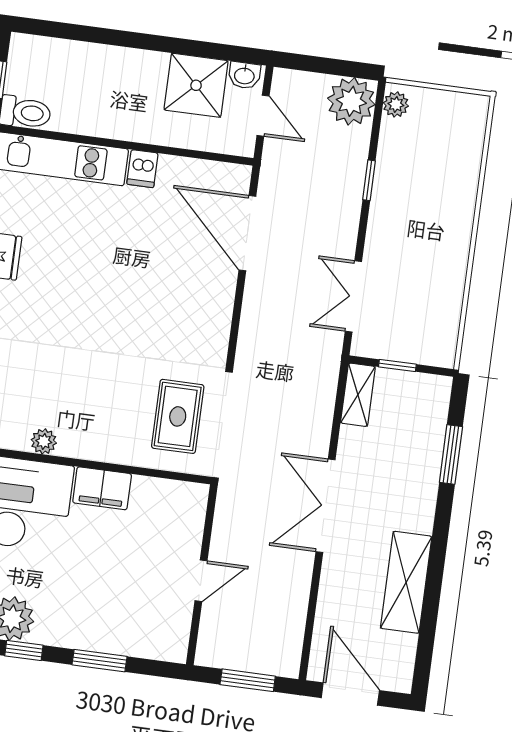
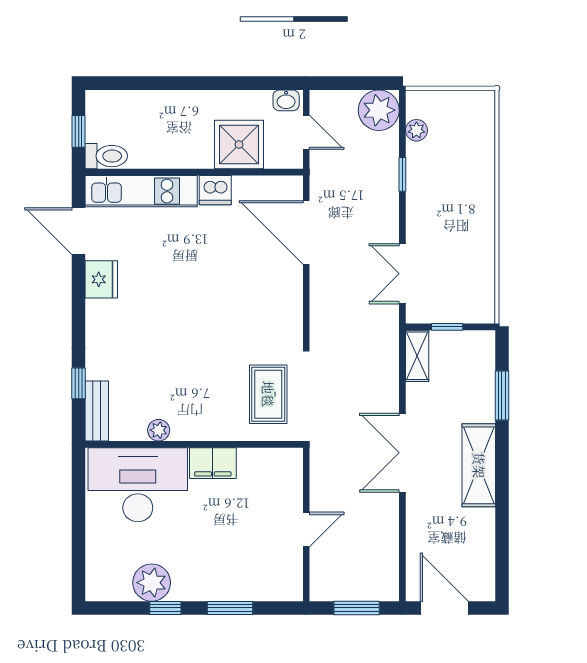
shower: (196, 85) -> (239, 145), moved
plant: (396, 104) -> (416, 130), moved
dishwasher: (142, 169) -> (215, 190), width x1.38
shelving: (406, 582) -> (479, 465), moved

